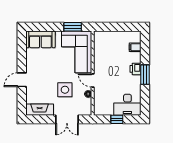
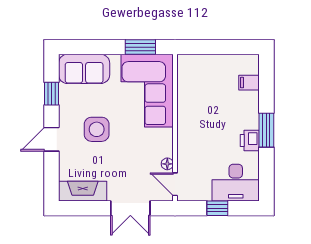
window: (22, 54) -> (51, 94), added
printer: (136, 69) -> (250, 140), moved
door: (93, 81) -> (175, 184), moved
side table: (65, 90) -> (97, 129), moved

